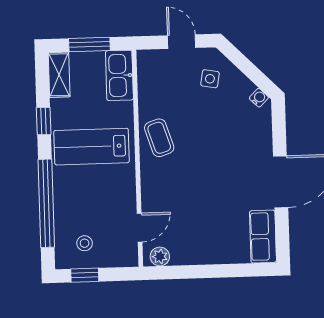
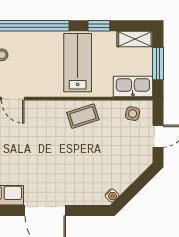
side table: (210, 79) -> (133, 114), moved

